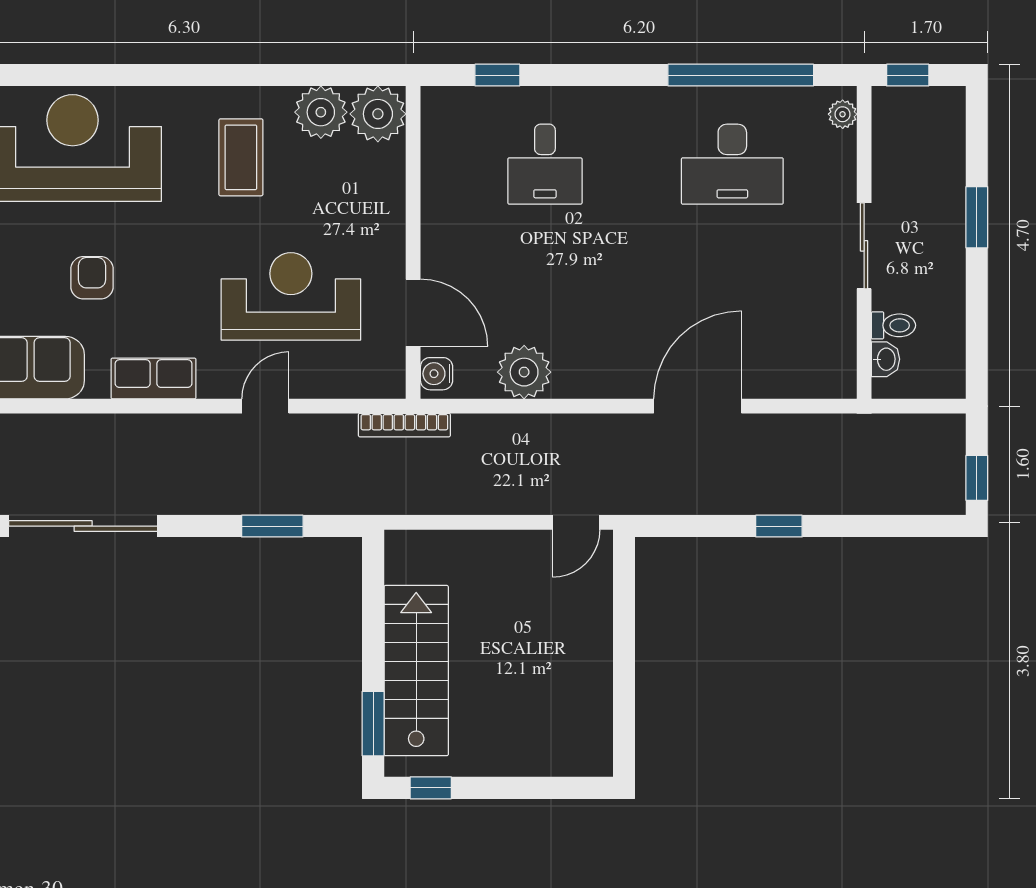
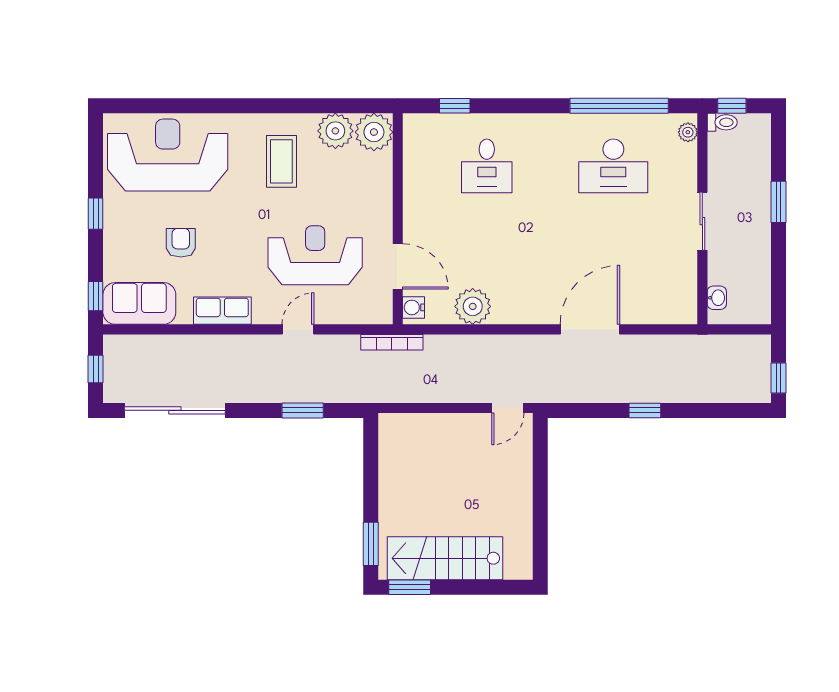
toilet: (893, 325) -> (722, 122), moved
stairs: (416, 671) -> (445, 558), moved, turned -90
window: (431, 788) -> (410, 587), width x1.50

